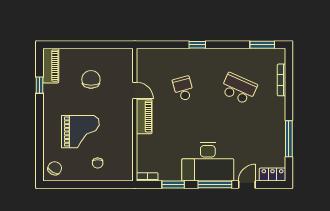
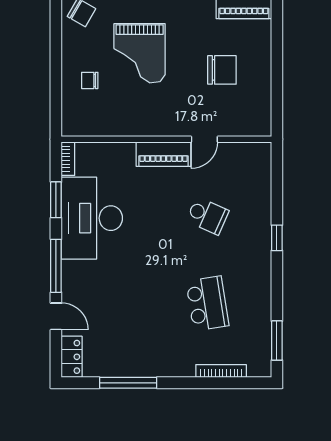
school desk: (183, 89) -> (207, 216), turned 39
school desk: (239, 89) -> (207, 303), turned -33
desk: (208, 162) -> (92, 218), moved

